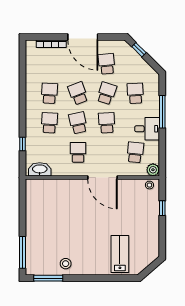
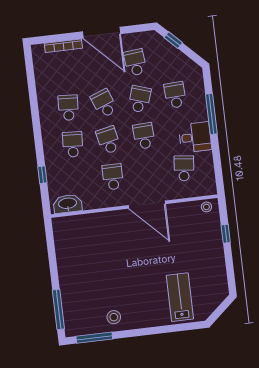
plant: (153, 170) -> (208, 187), removed

